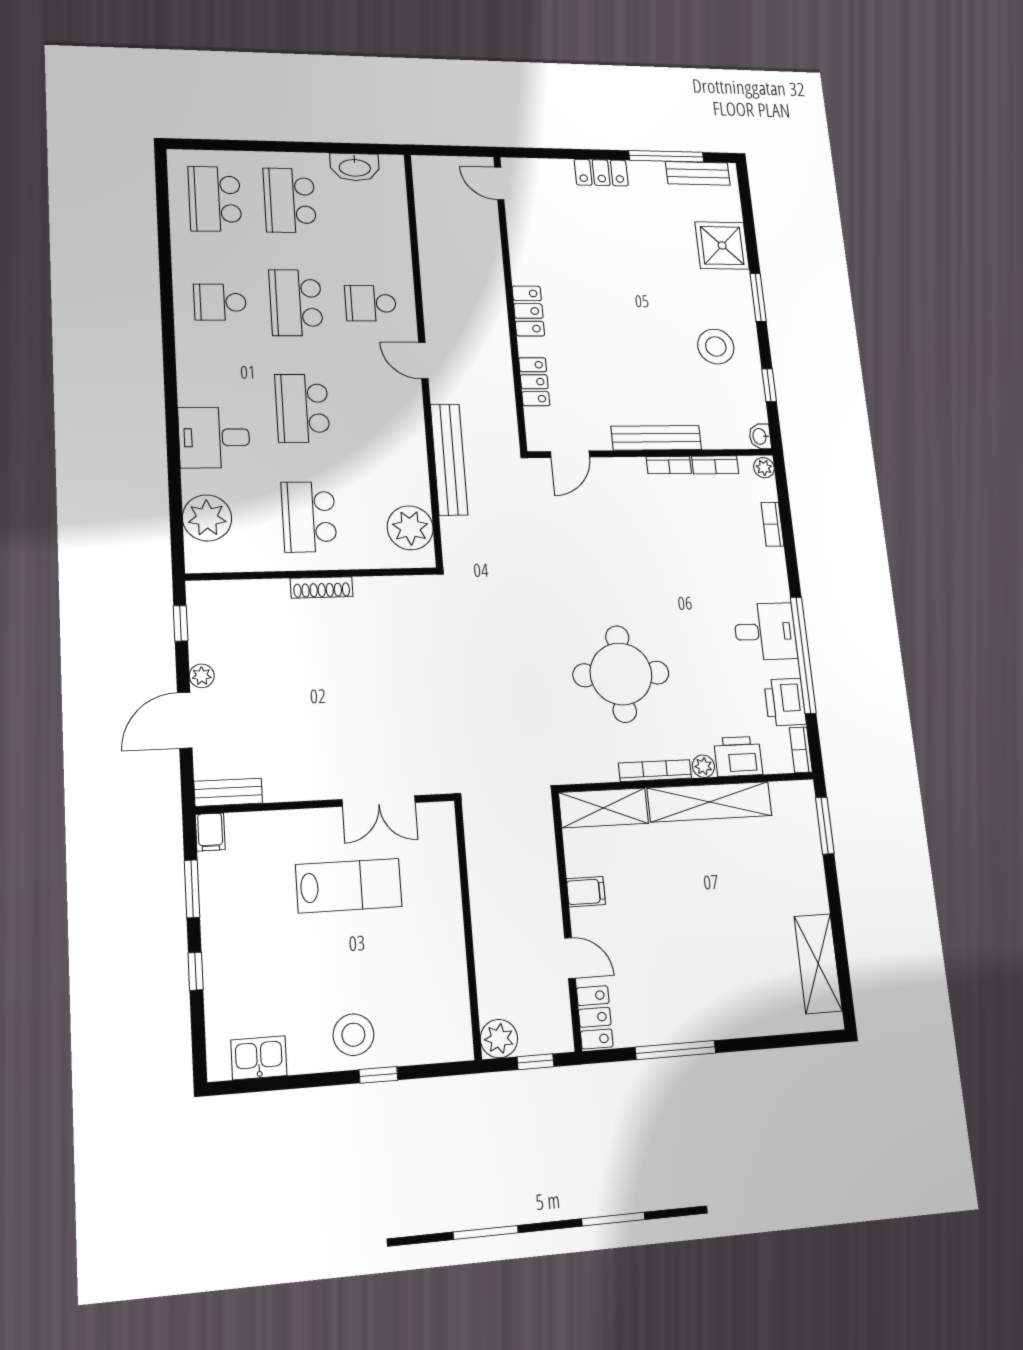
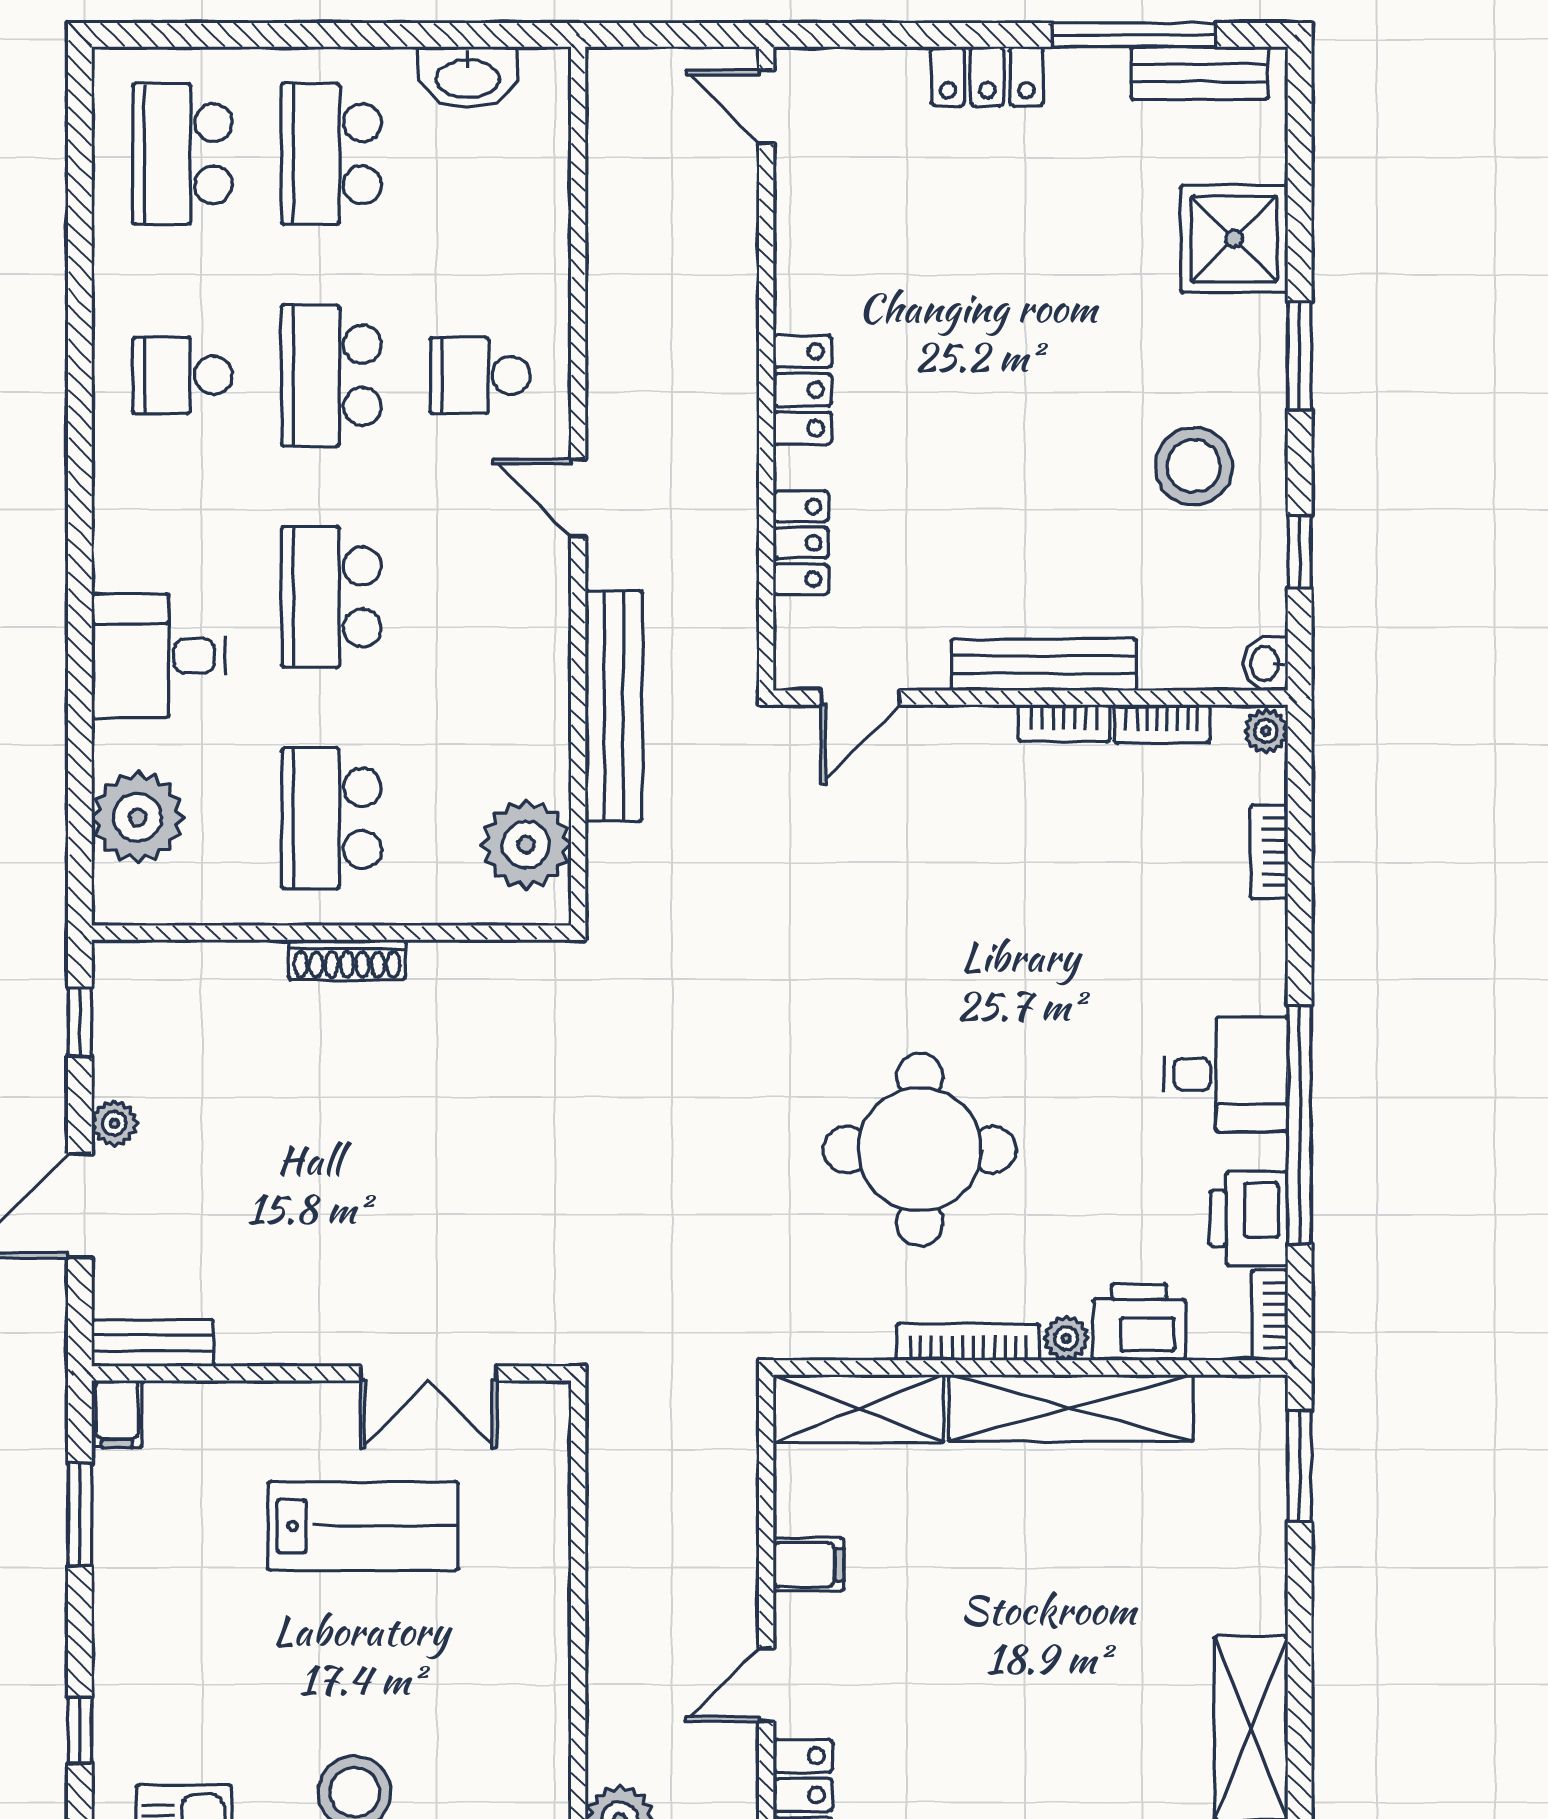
door: (570, 958) -> (766, 1685), swing flipped
window: (196, 971) -> (80, 1730), moved

